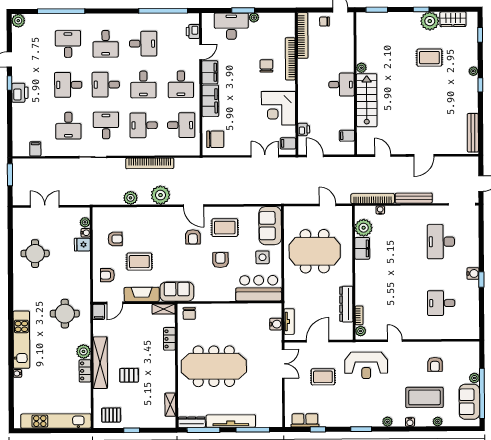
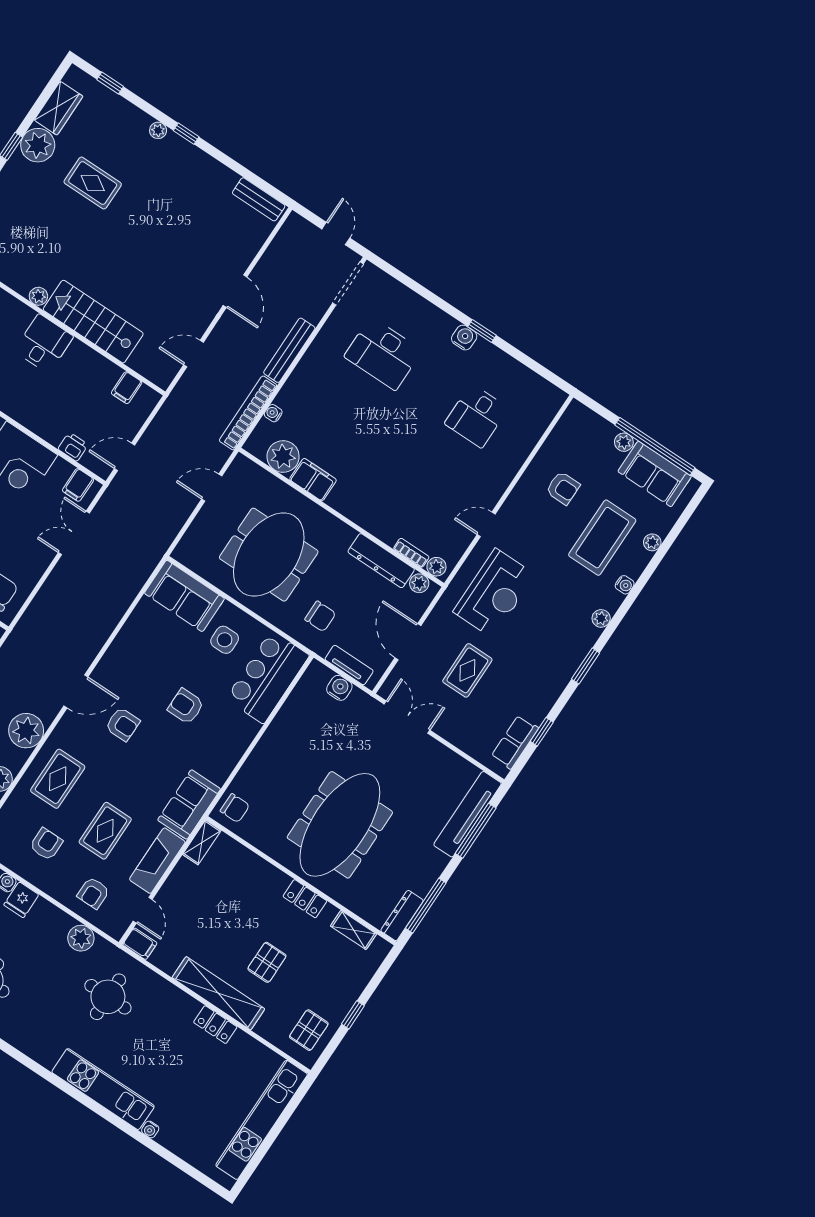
rug: (429, 58) -> (93, 183), turned 90
bench: (473, 133) -> (259, 199), width x0.73
rug: (225, 228) -> (58, 779), moved
chair: (302, 294) -> (320, 616), added
plant: (348, 328) -> (419, 583), added
locker: (169, 339) -> (305, 899), moved
plant: (83, 351) -> (81, 938), moved
tv unit: (231, 421) -> (468, 814), moved

